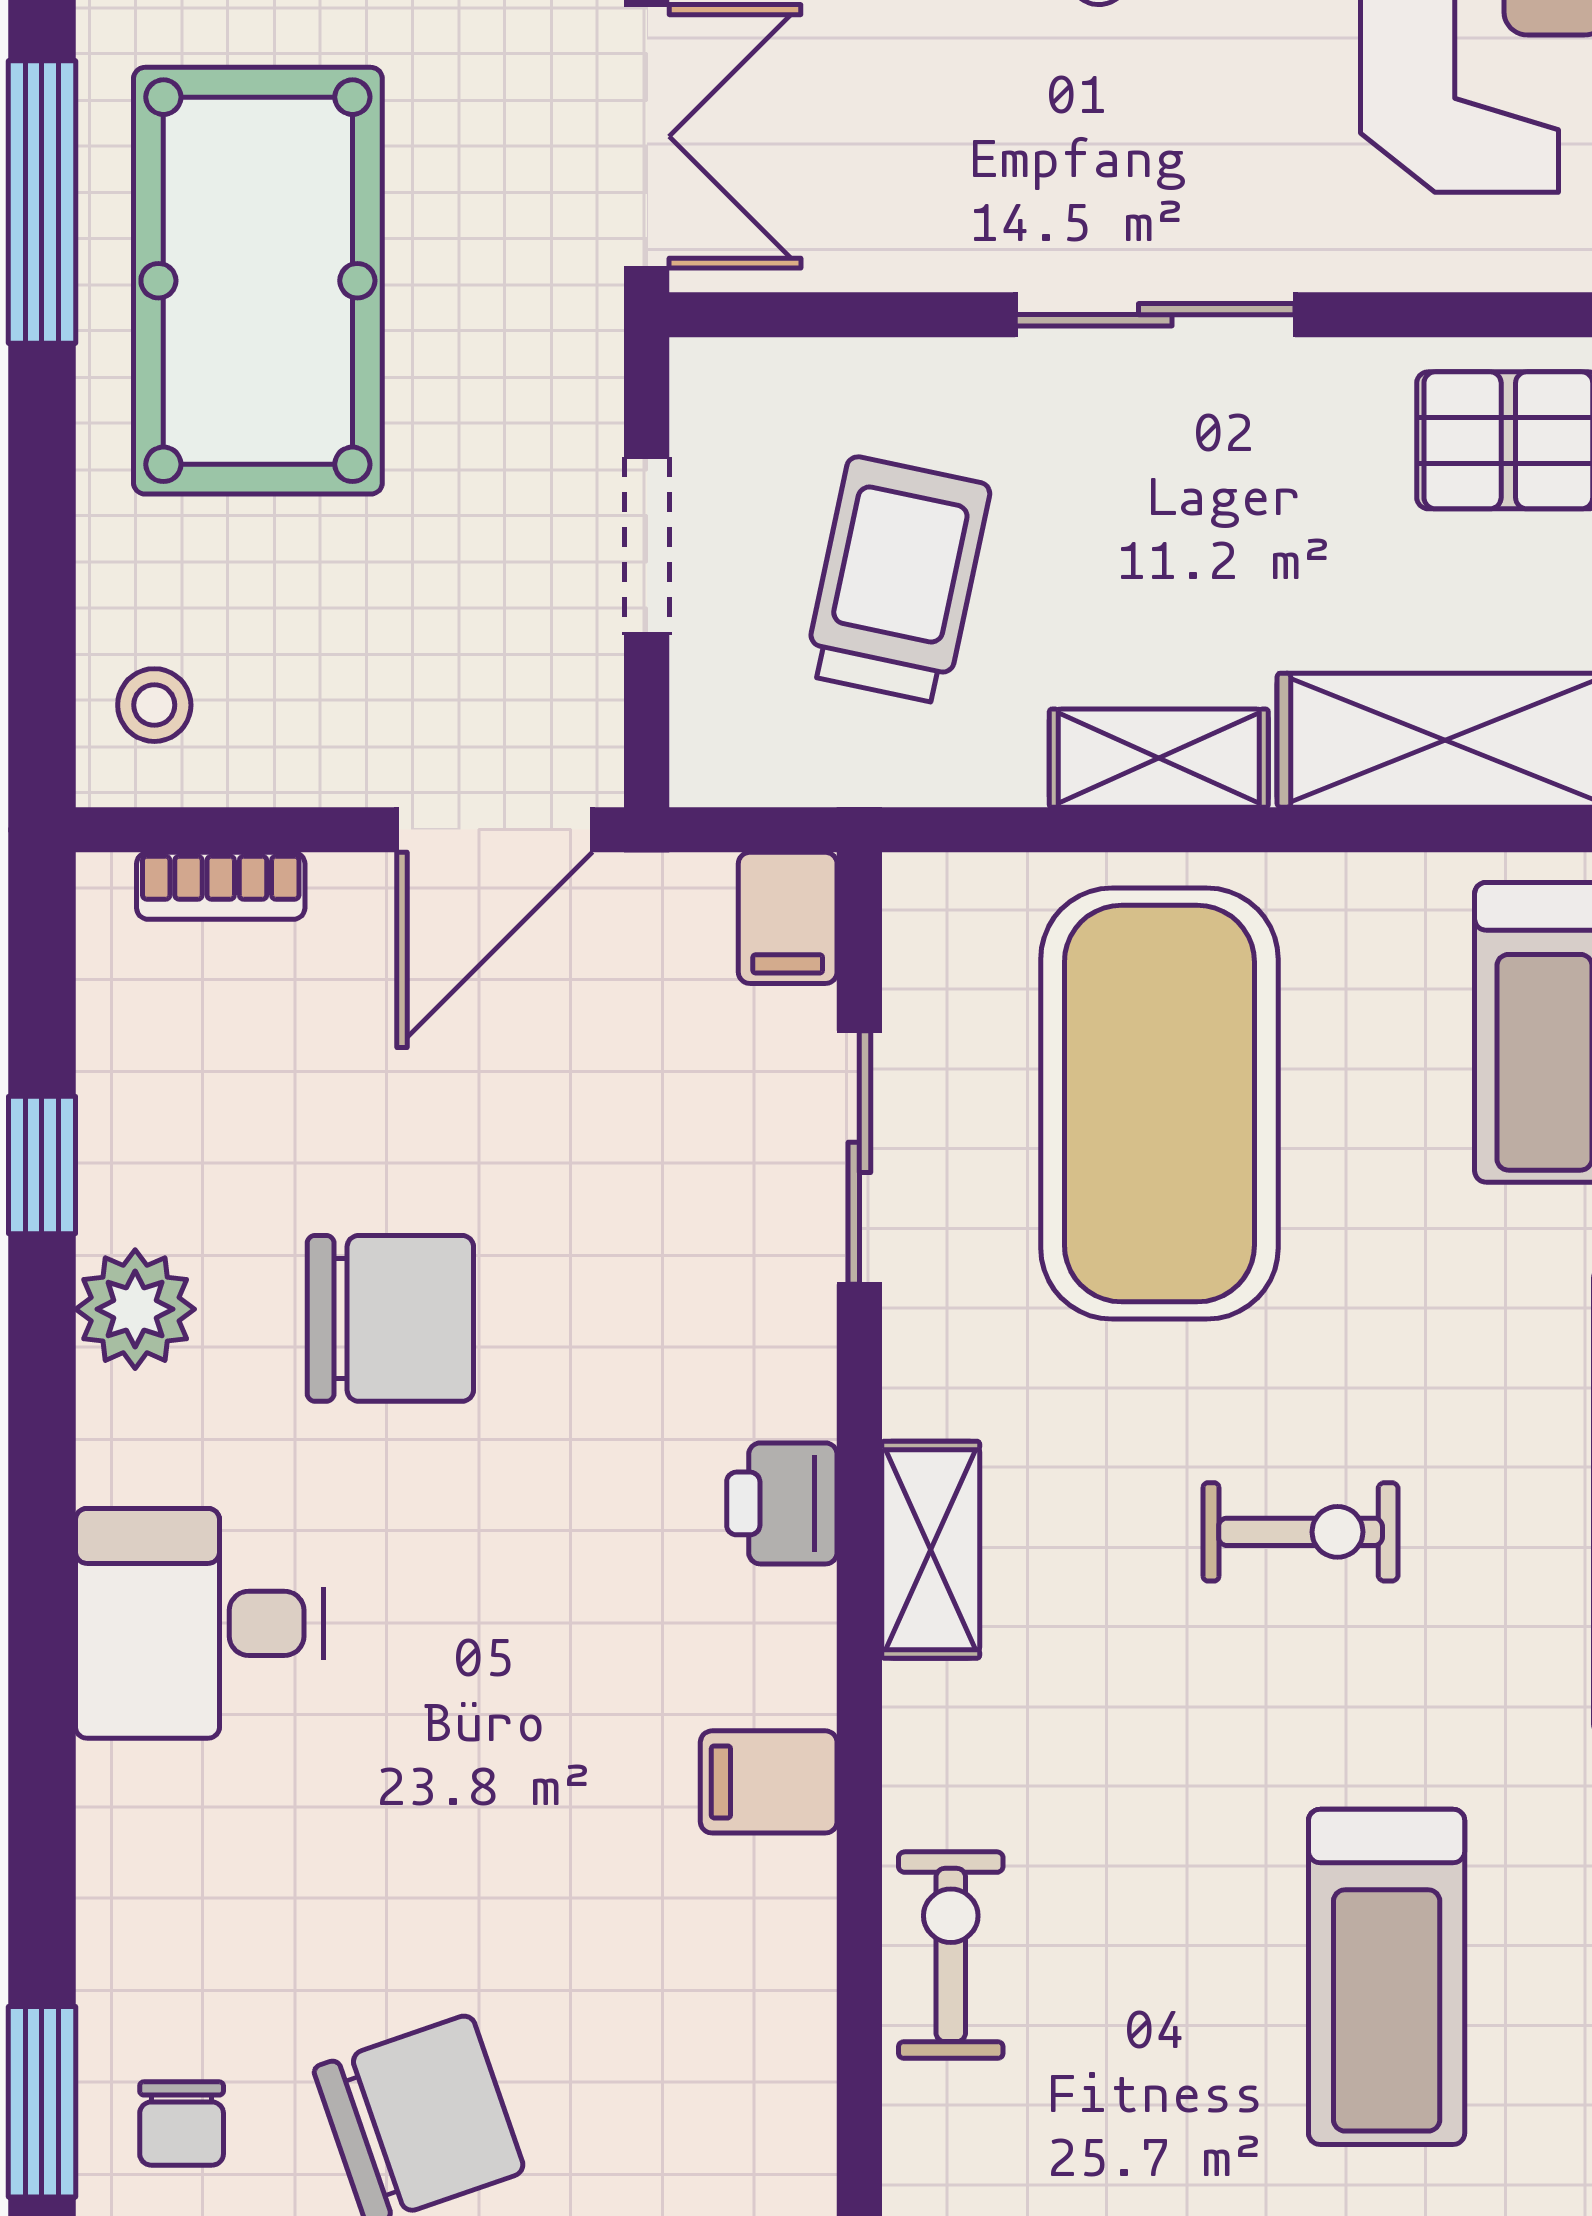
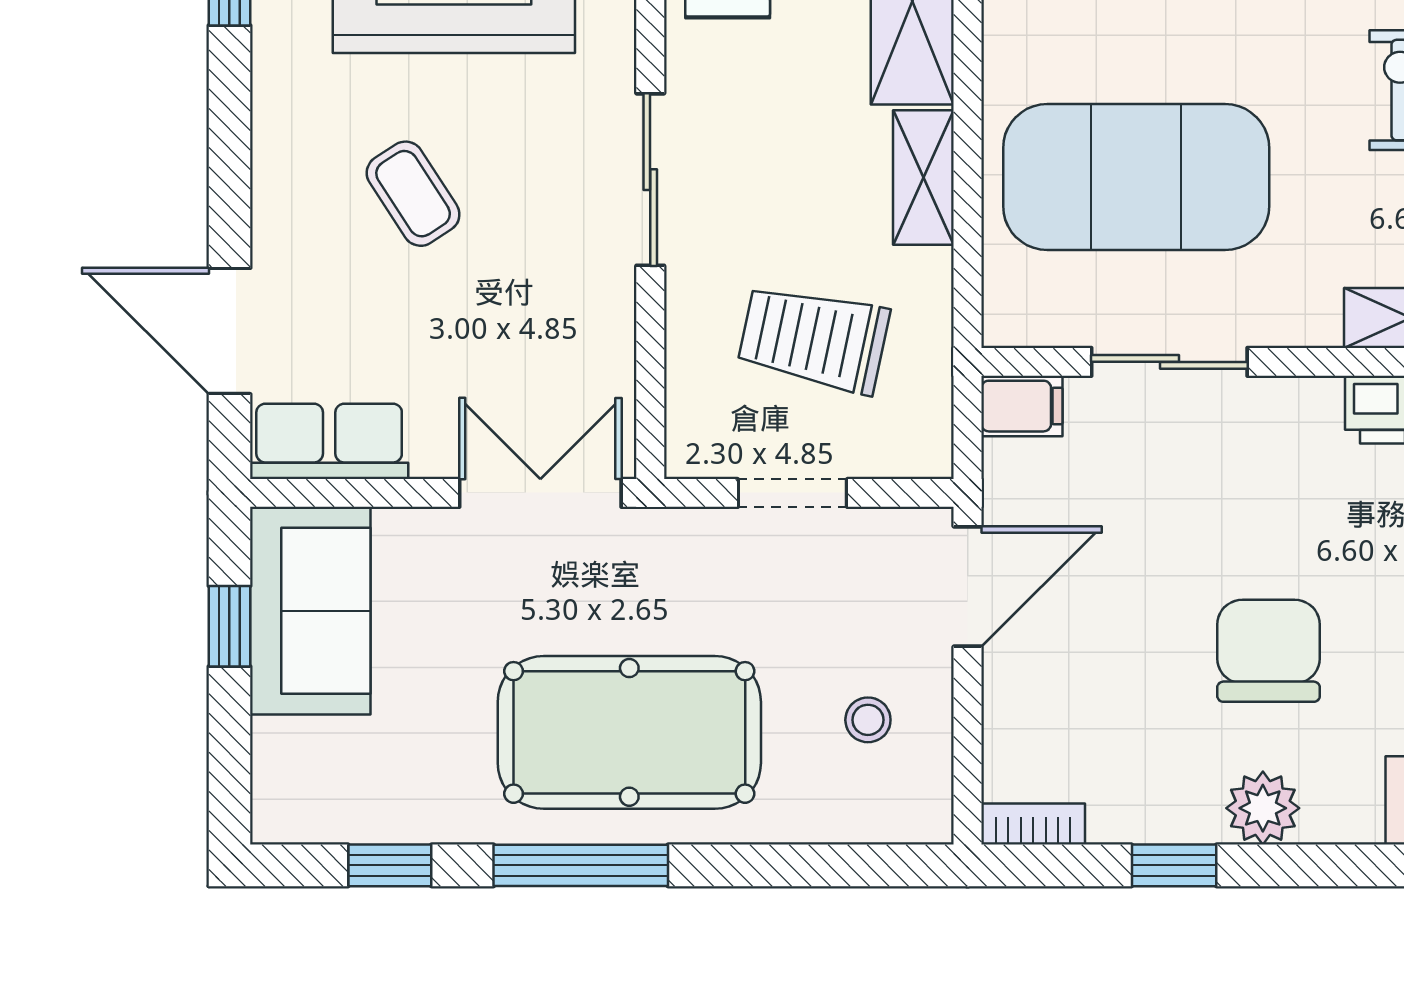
stool: (154, 705) -> (868, 720), moved
door: (495, 830) -> (968, 587), hinge flipped
bookcase: (221, 886) -> (1033, 824), moved, turned -90

